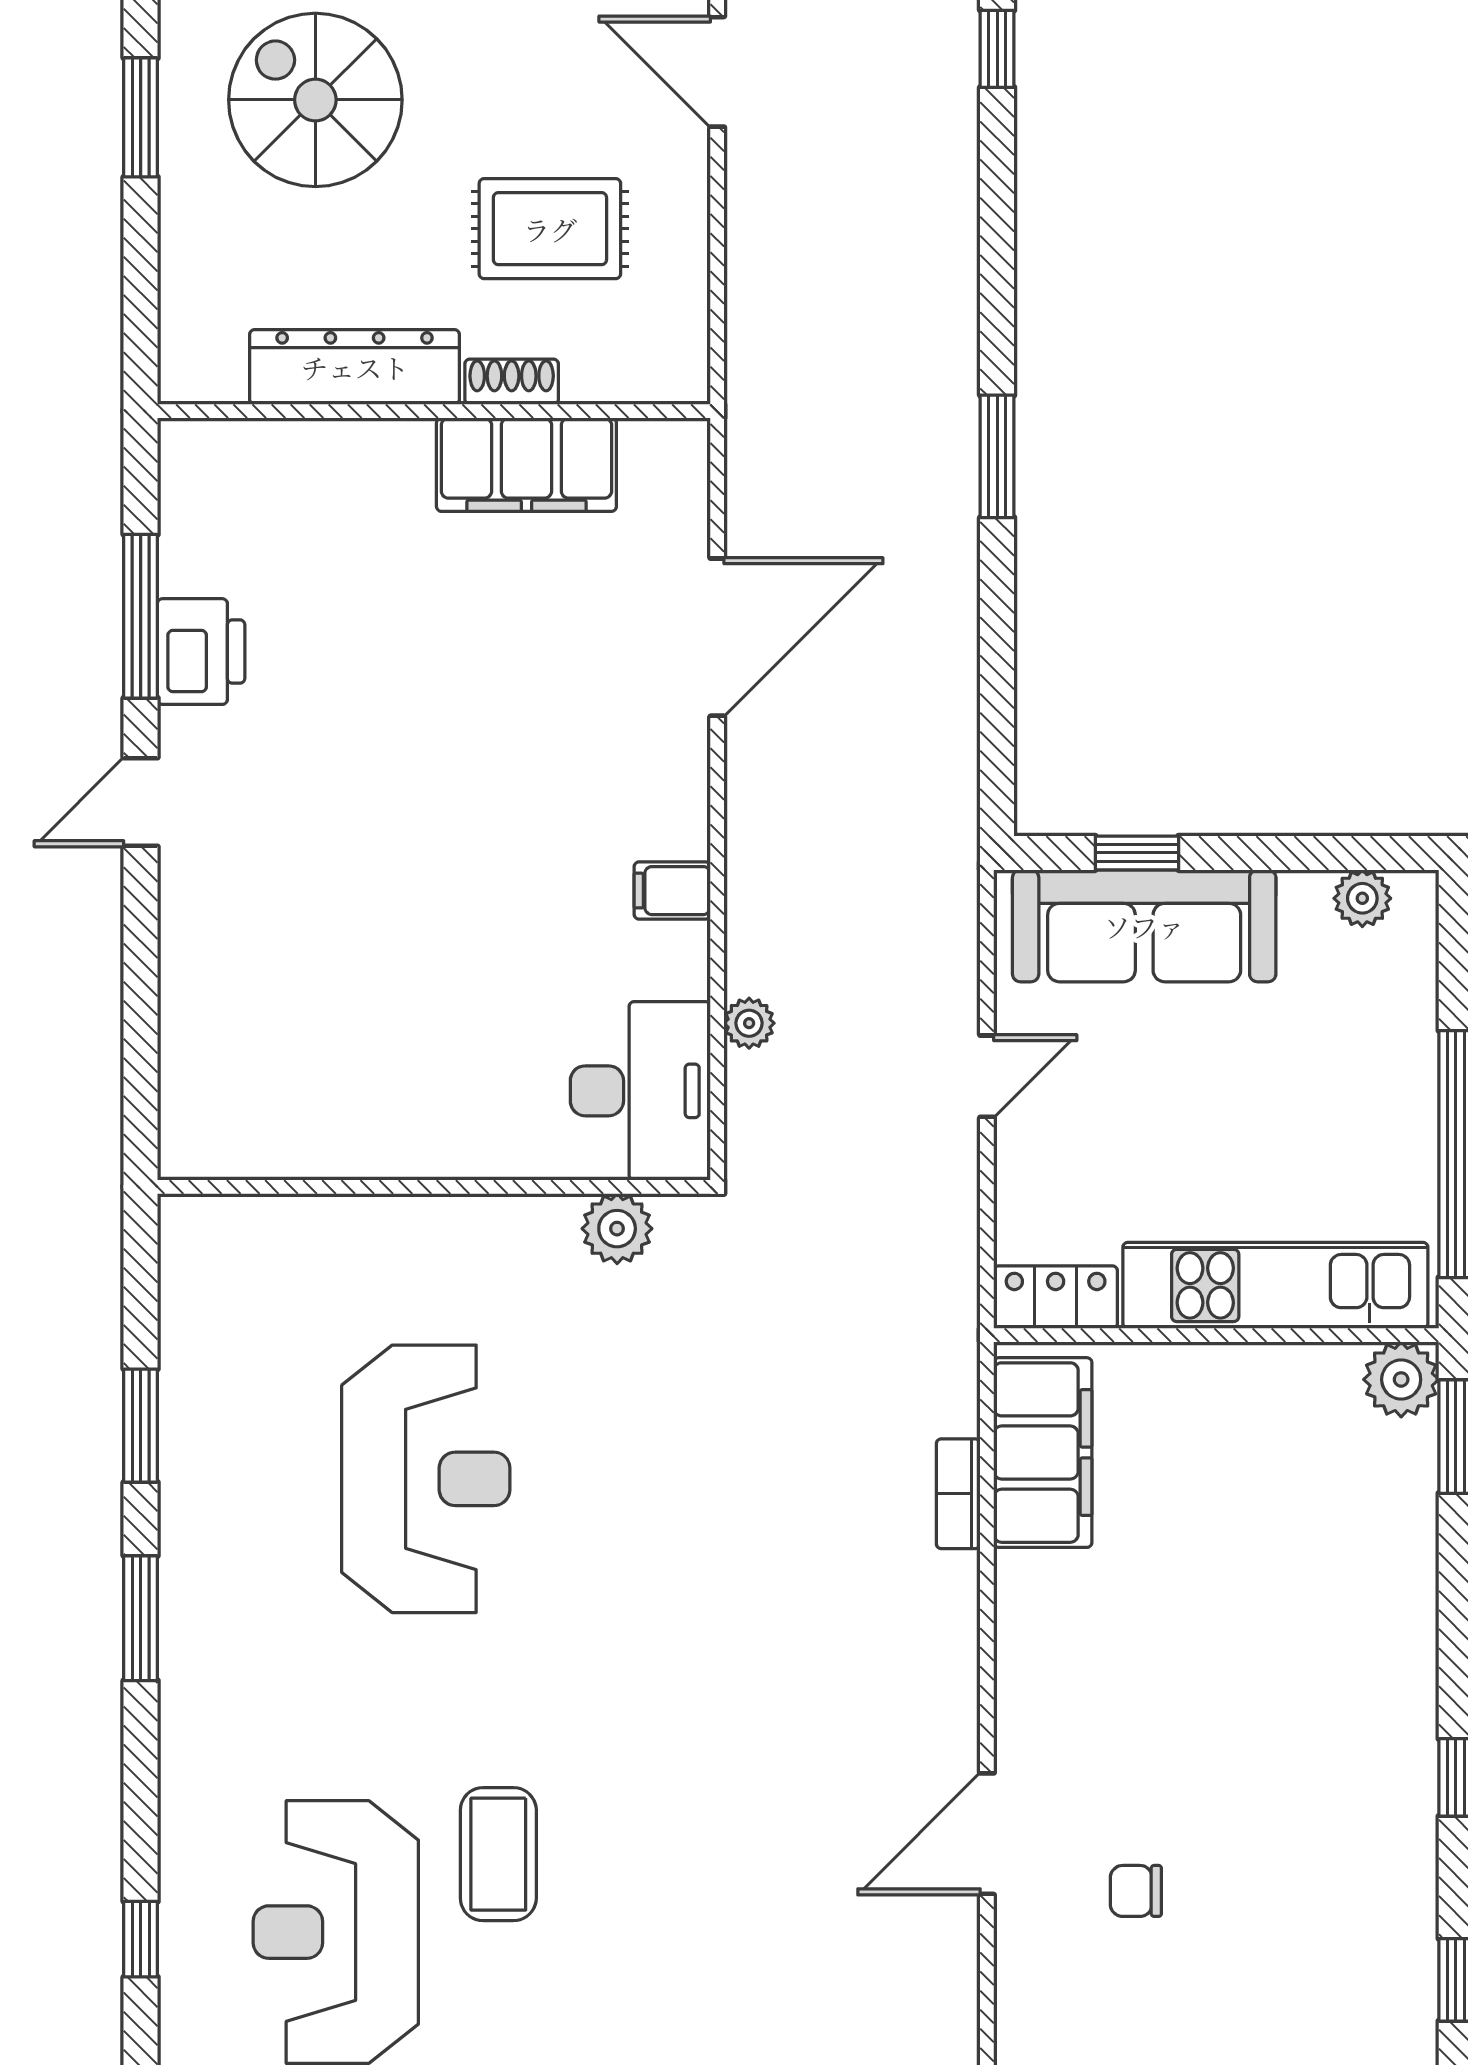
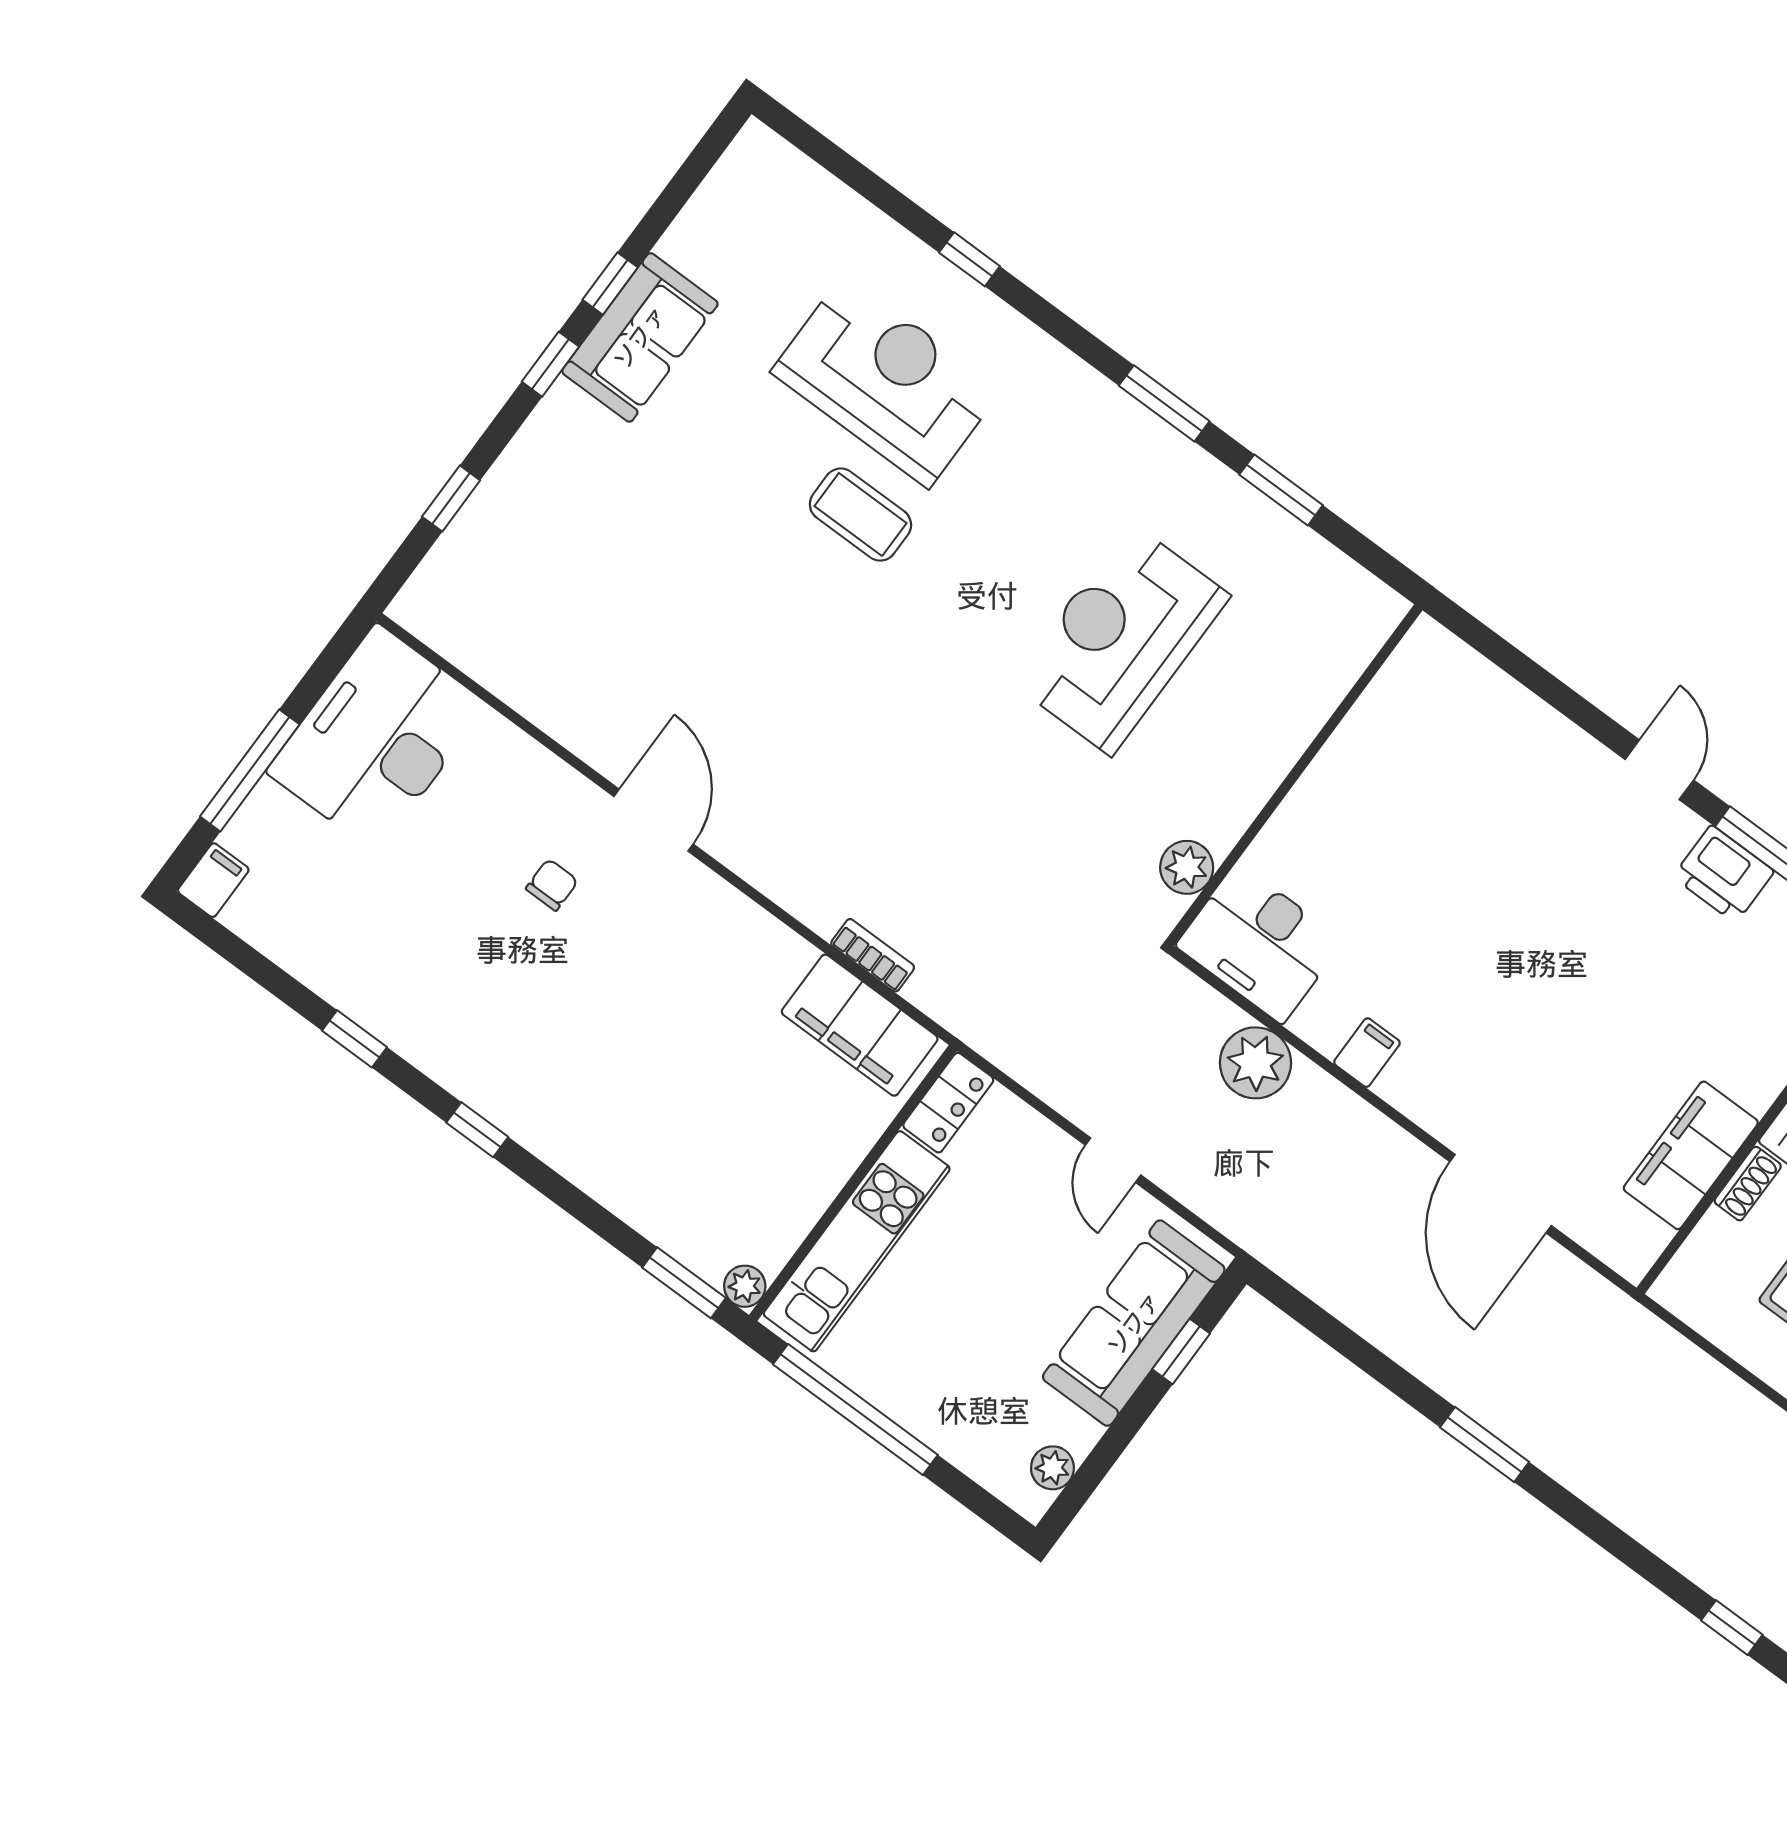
plant: (749, 1023) -> (1255, 1063), width x1.88, depth x1.88
plant: (1401, 1379) -> (745, 1286), width x0.73, depth x0.73
reception desk: (426, 1479) -> (1121, 639), turned 90

